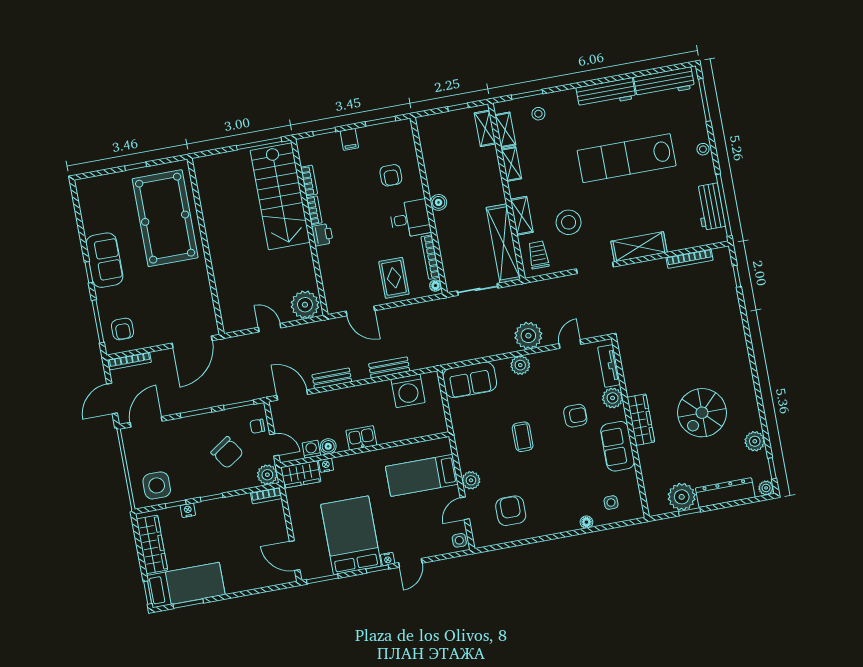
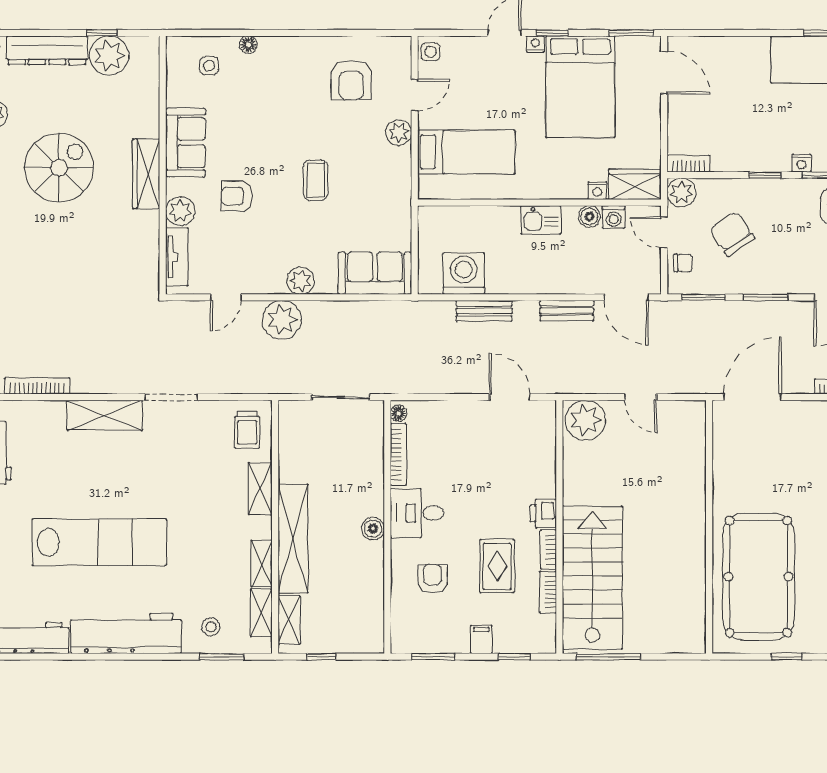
workbench: (606, 93) -> (126, 633), width x1.36, depth x1.32
stool: (569, 222) -> (197, 468), removed
shelving: (503, 243) -> (293, 539), moved
rug: (394, 278) -> (497, 566), moved

